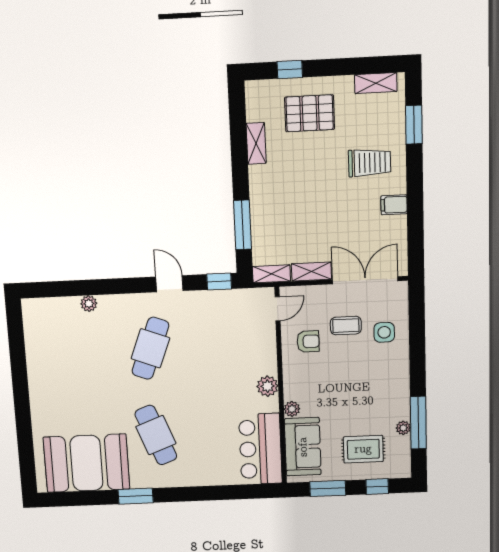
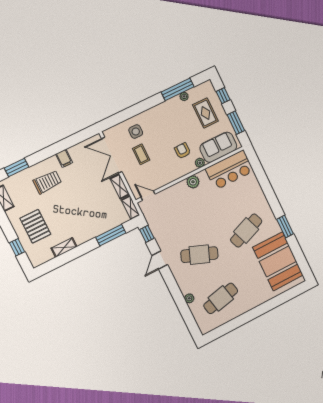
trolley: (370, 163) -> (47, 182), turned 90
armchair: (308, 341) -> (183, 151), moved
cafe table: (67, 352) -> (221, 298), added

